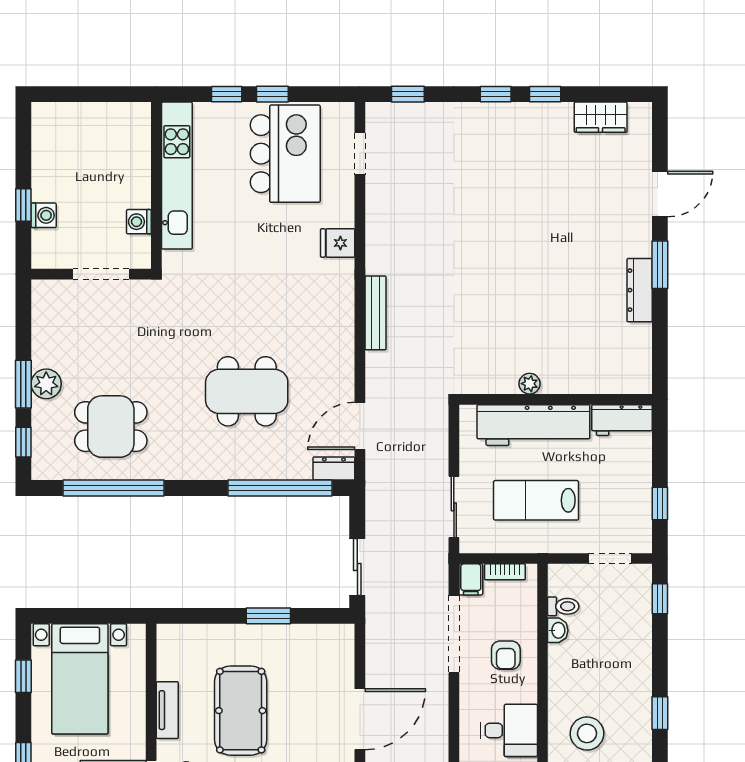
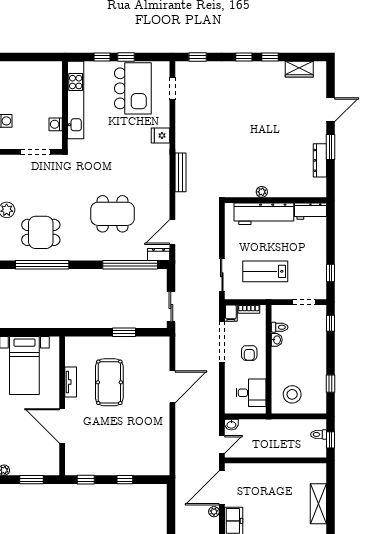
plant: (530, 384) -> (262, 192), moved
wall: (556, 399) -> (276, 200), moved
workbench: (622, 420) -> (311, 211), moved
workbench: (533, 425) -> (264, 214), moved

